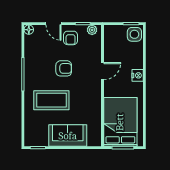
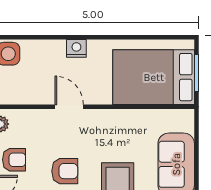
armchair: (64, 68) -> (65, 171), turned 90

